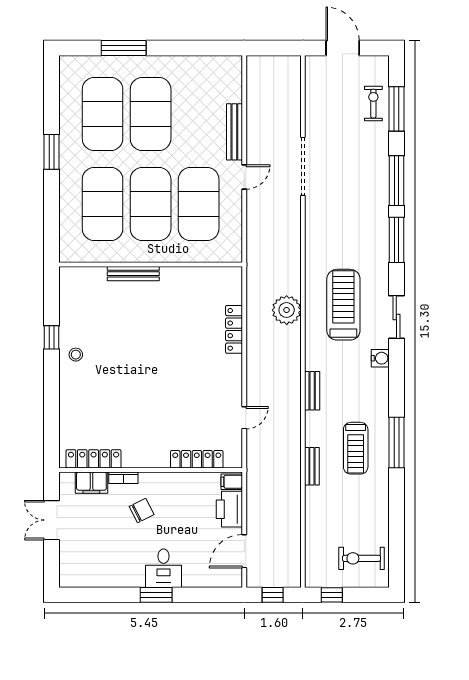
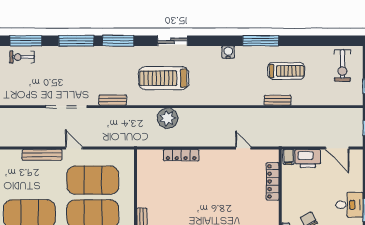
water cooler: (380, 358) -> (228, 52), moved
bench: (312, 391) -> (113, 100), moved
treadmill: (356, 448) -> (286, 71), moved

